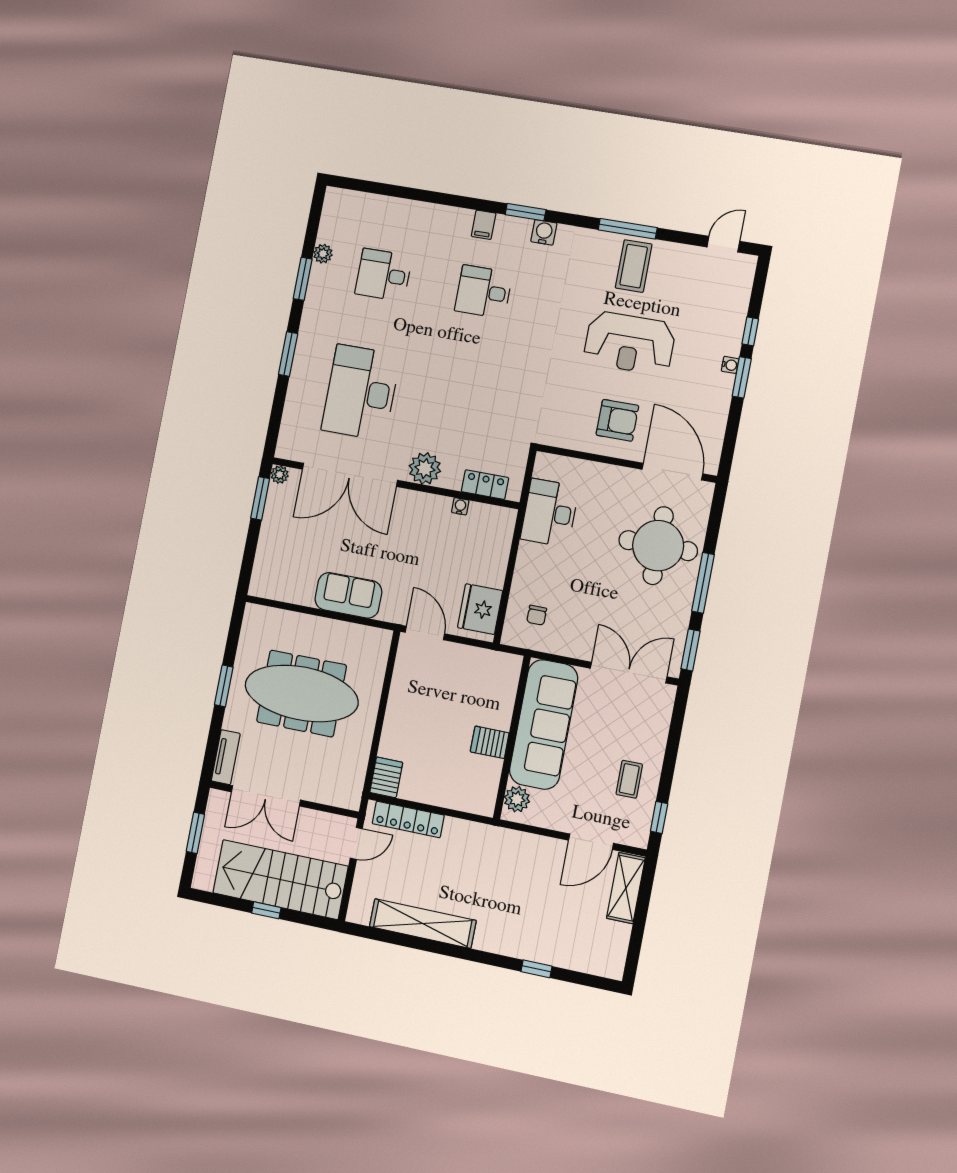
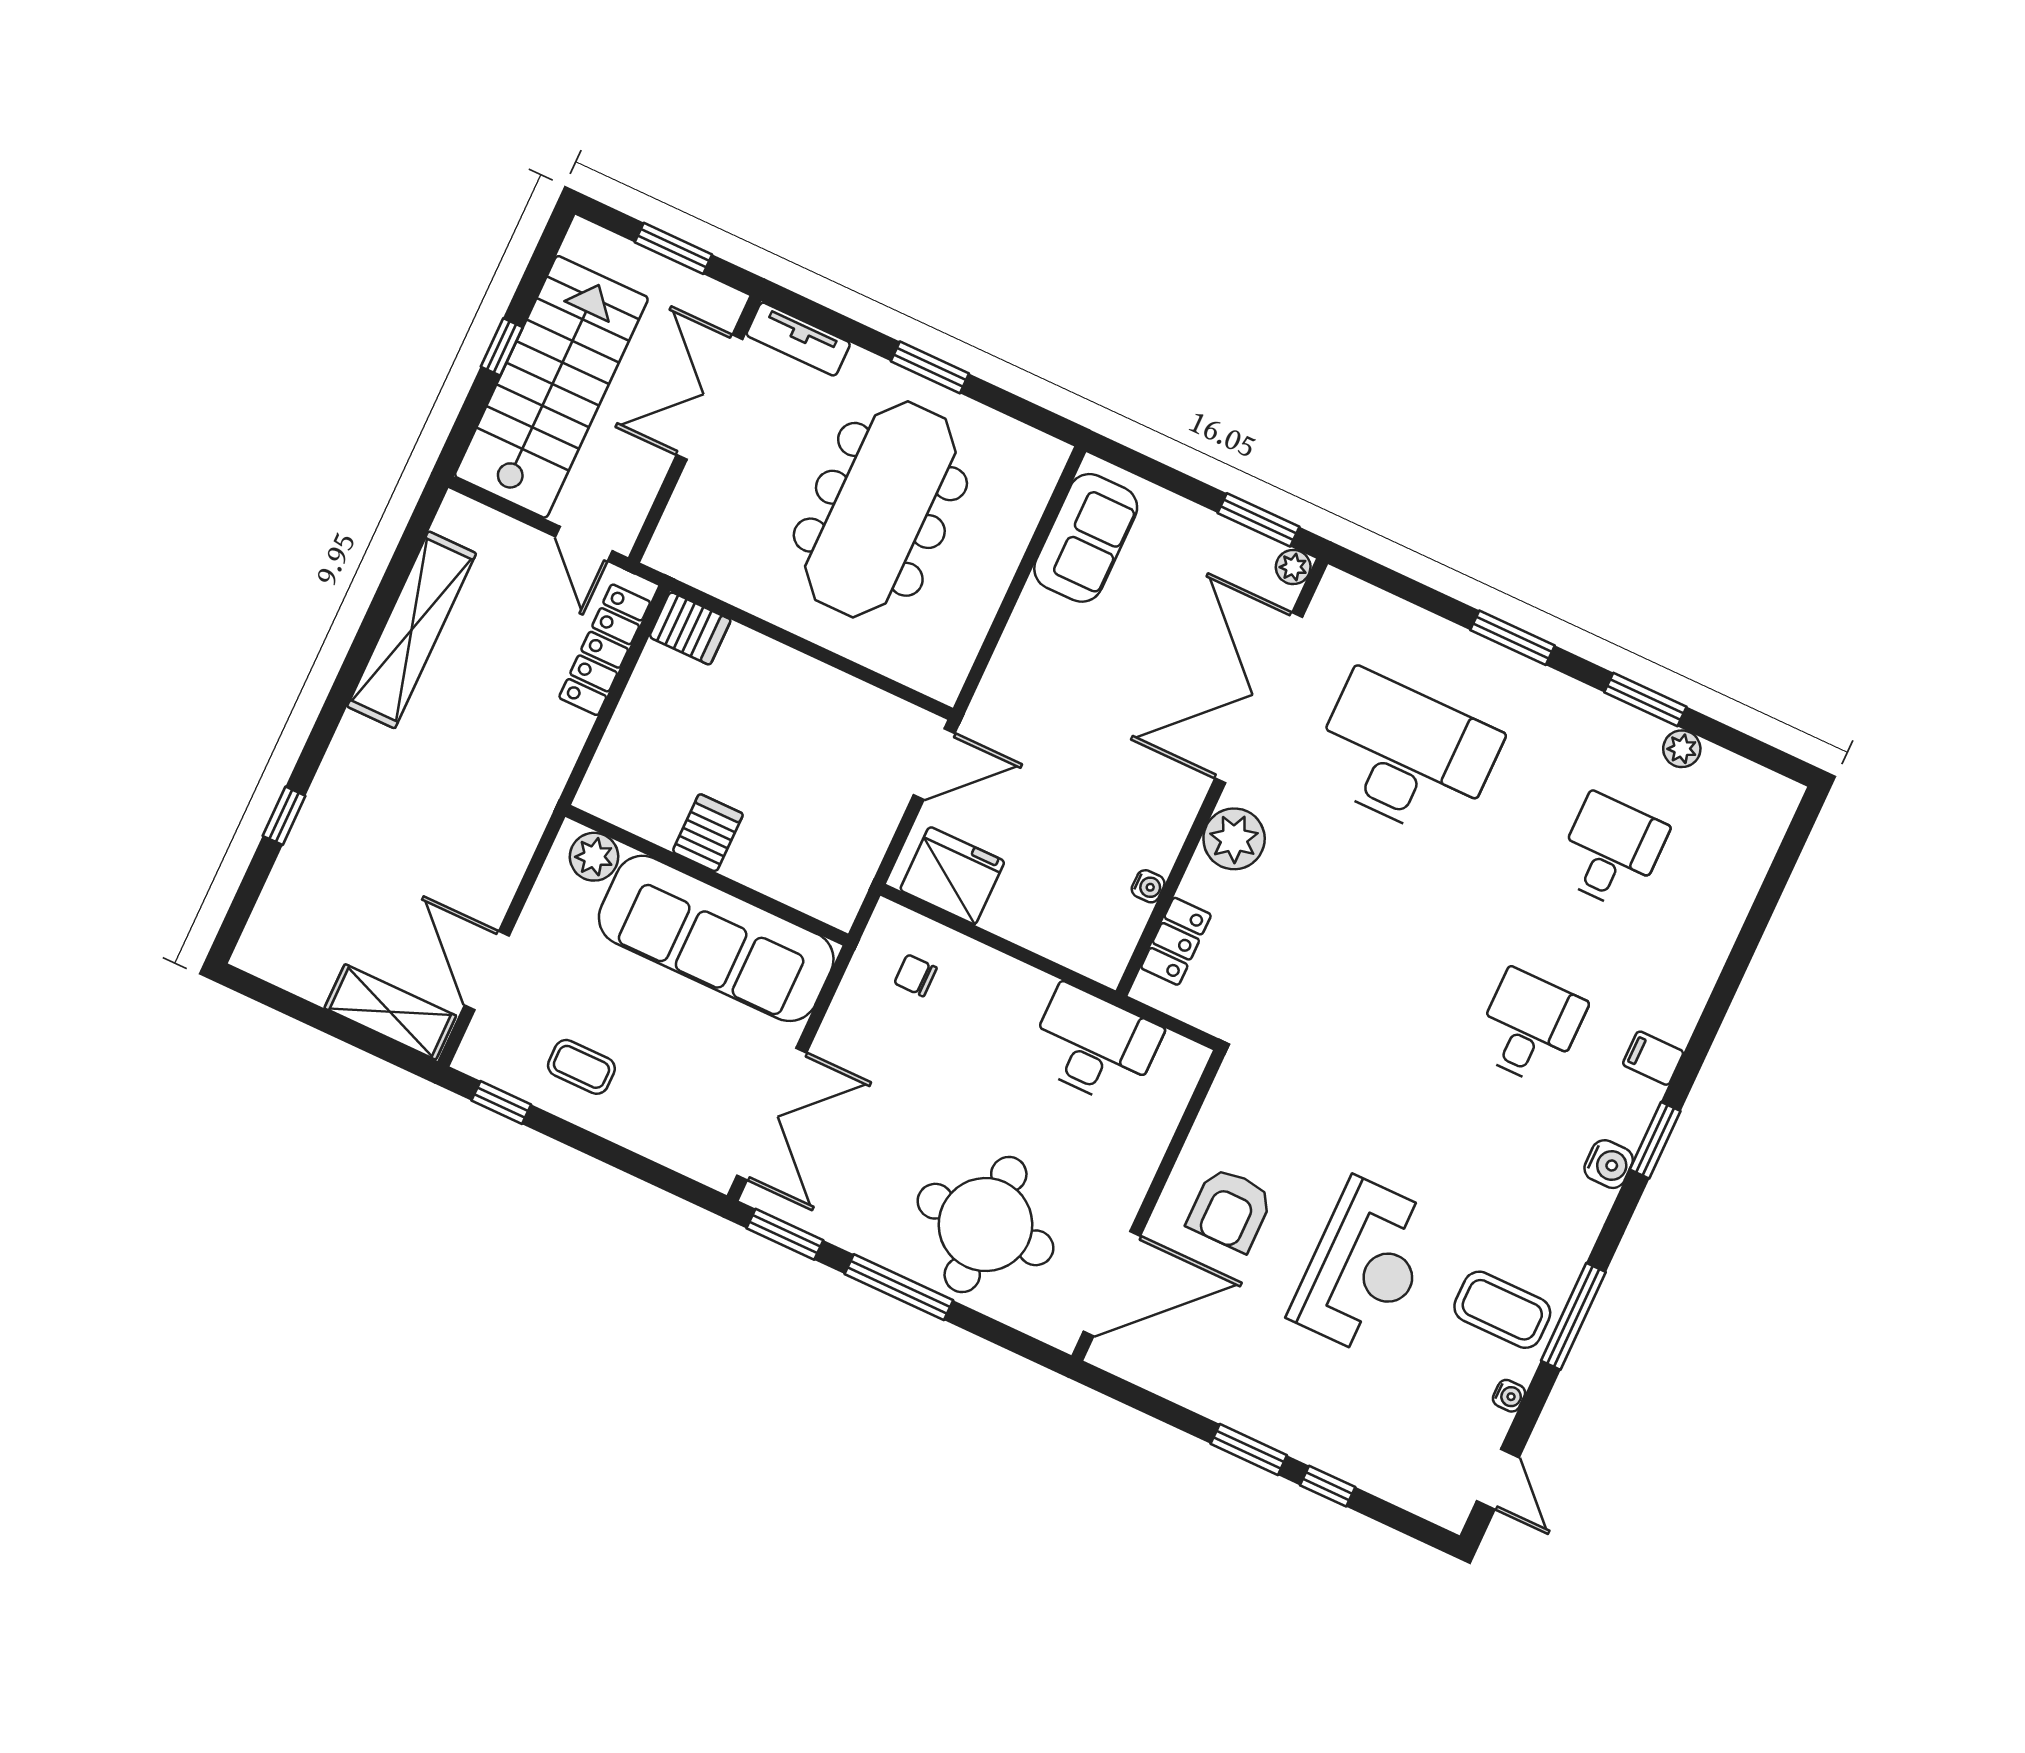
reception desk: (629, 343) -> (1364, 1267), turned 180
water cooler: (730, 365) -> (1509, 1396), moved, turned -90
sofa: (348, 595) -> (1086, 538), moved

